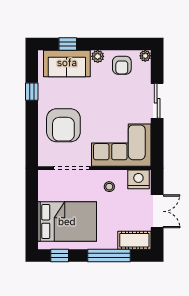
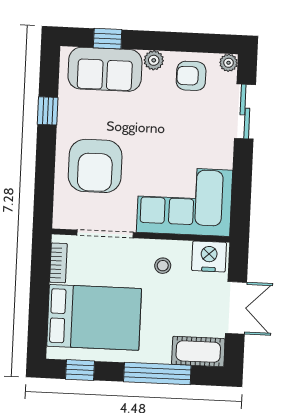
armchair: (122, 65) -> (191, 76), turned 90
sliding door: (157, 101) -> (245, 112), moved
bookcase: (43, 188) -> (58, 263), added

